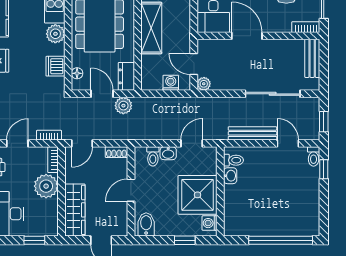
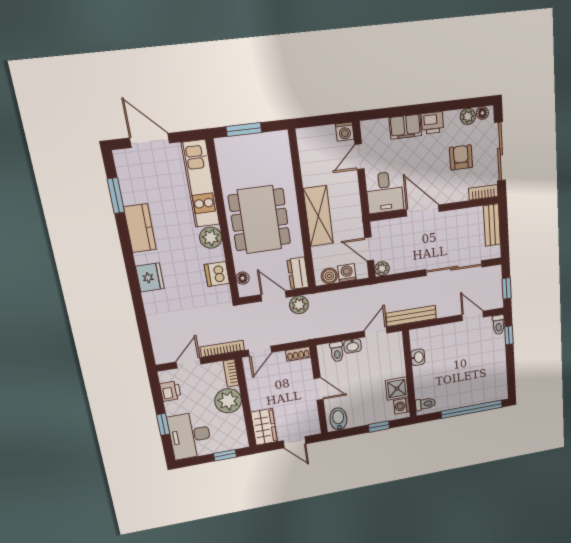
boiler: (154, 83) -> (329, 276), added
bench: (252, 133) -> (411, 316), moved
bookcase: (49, 135) -> (222, 349), width x1.56
toilet: (233, 160) -> (425, 404), moved
door: (131, 190) -> (319, 389), swing flipped
shower: (198, 195) -> (397, 389), width x0.54, depth x0.54
wardrobe: (75, 210) -> (264, 427), width x0.67

